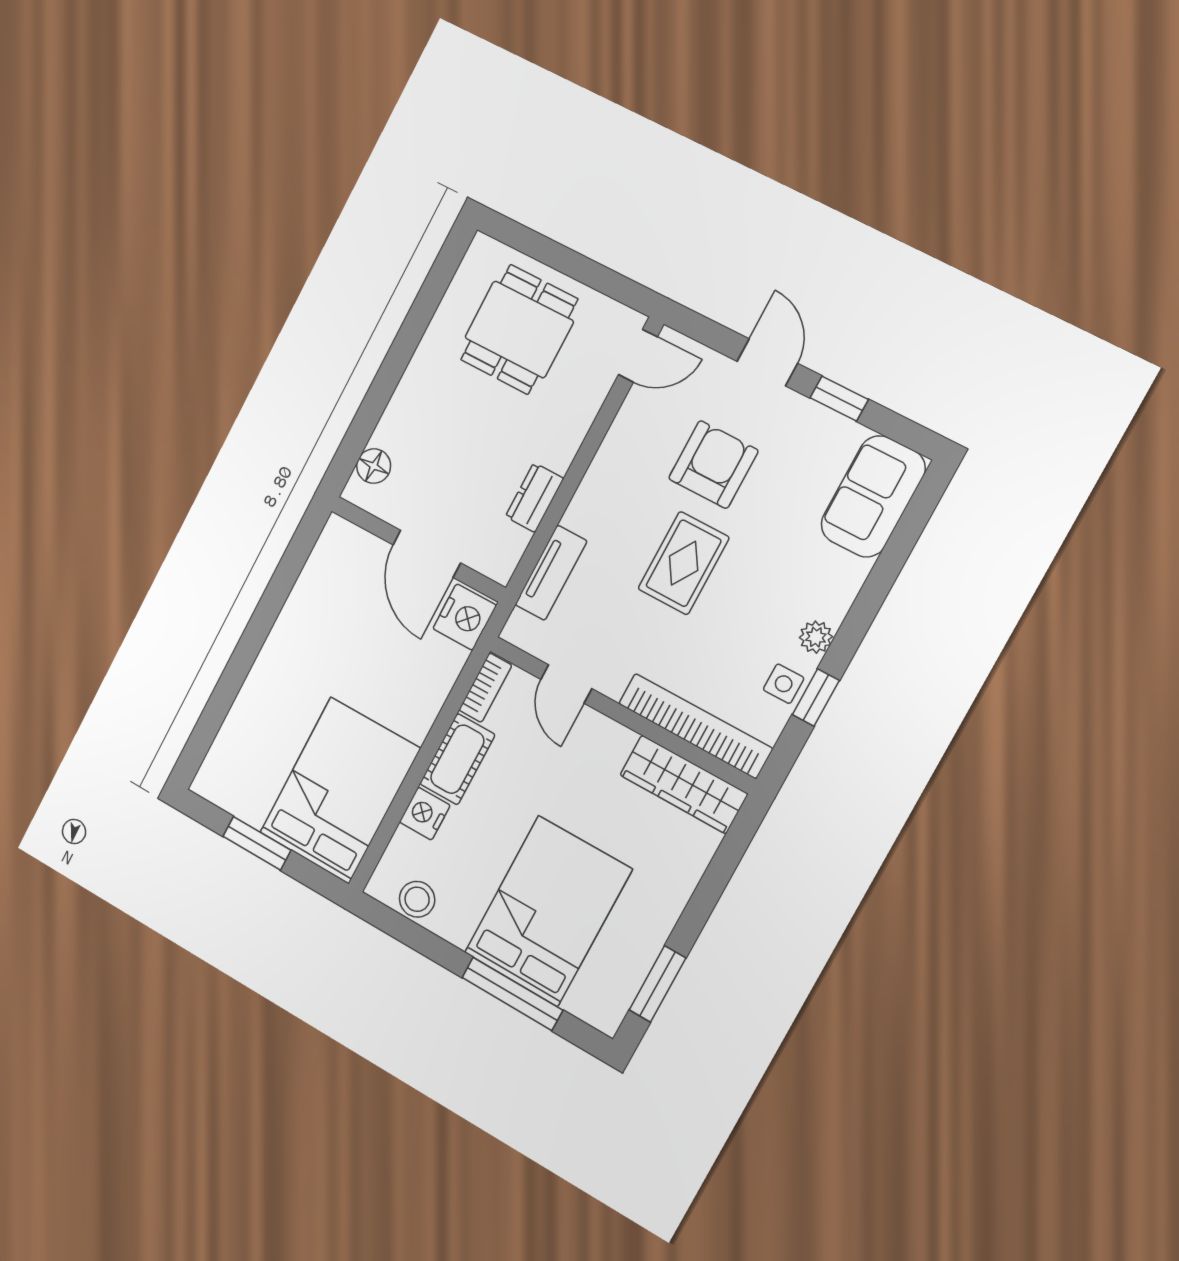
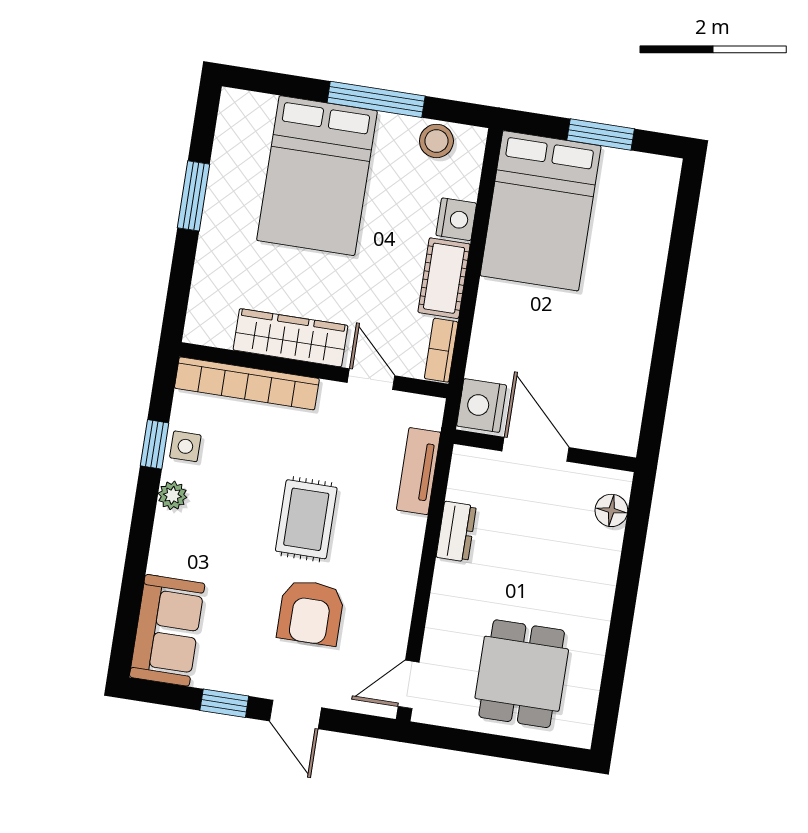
wardrobe: (684, 784) -> (291, 338), moved
window: (657, 984) -> (193, 196), moved
window: (512, 994) -> (376, 99), moved

